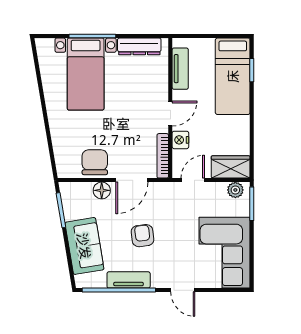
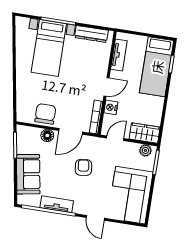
armchair: (143, 236) -> (83, 167), moved

